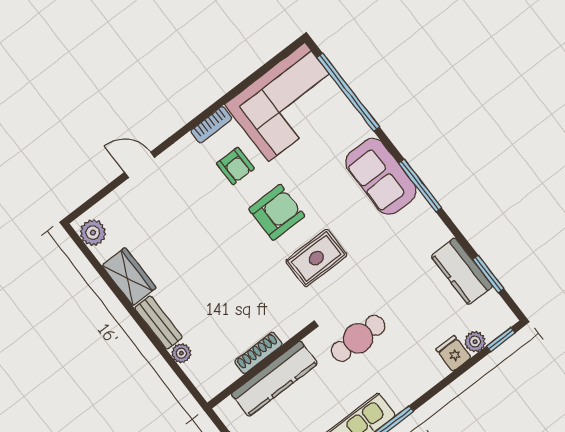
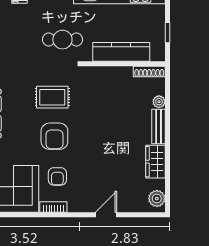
door: (140, 165) -> (106, 215), swing flipped
armchair: (235, 166) -> (57, 176), turned 180
armchair: (277, 212) -> (54, 136), turned -90
shoe rack: (258, 353) -> (149, 71), moved

